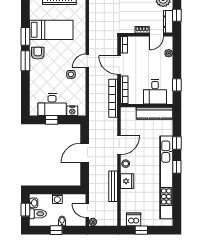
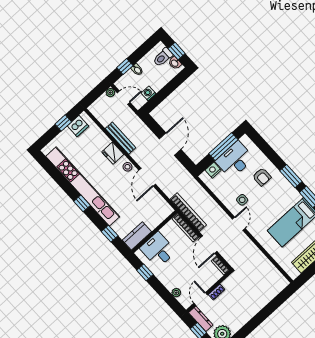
armchair: (38, 53) -> (262, 177), moved
door: (119, 65) -> (209, 245), swing flipped
kitchen counter: (155, 113) -> (137, 236), width x0.67
window: (52, 120) -> (223, 147), width x2.17
window: (177, 143) -> (110, 234), moved
washing machine: (57, 199) -> (148, 93), moved
window: (56, 230) -> (125, 67), moved

